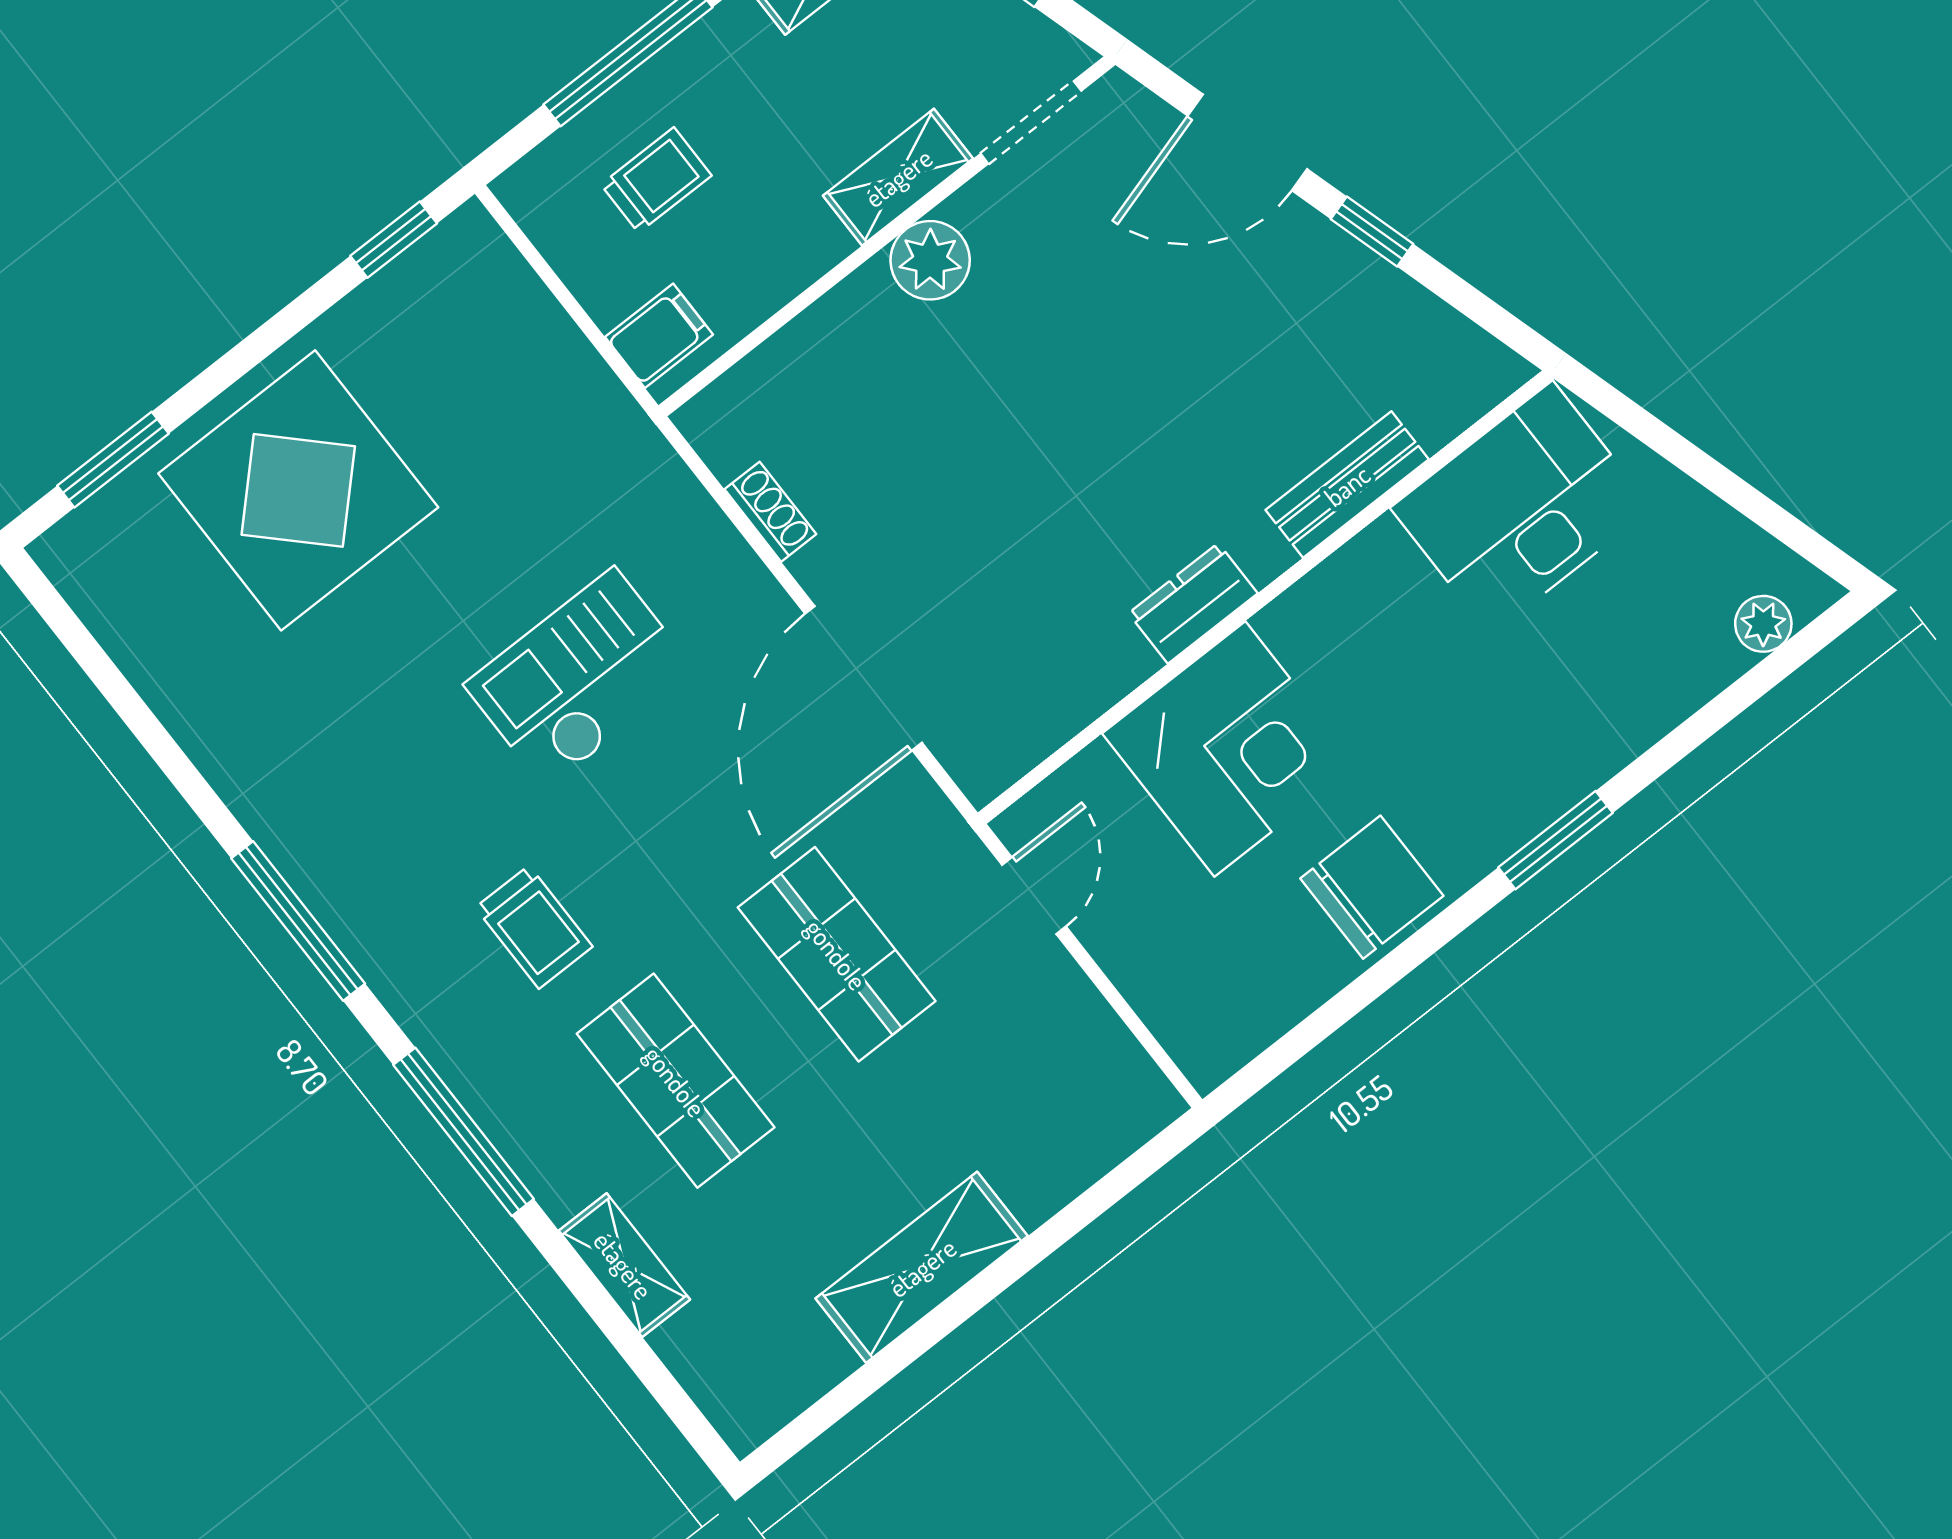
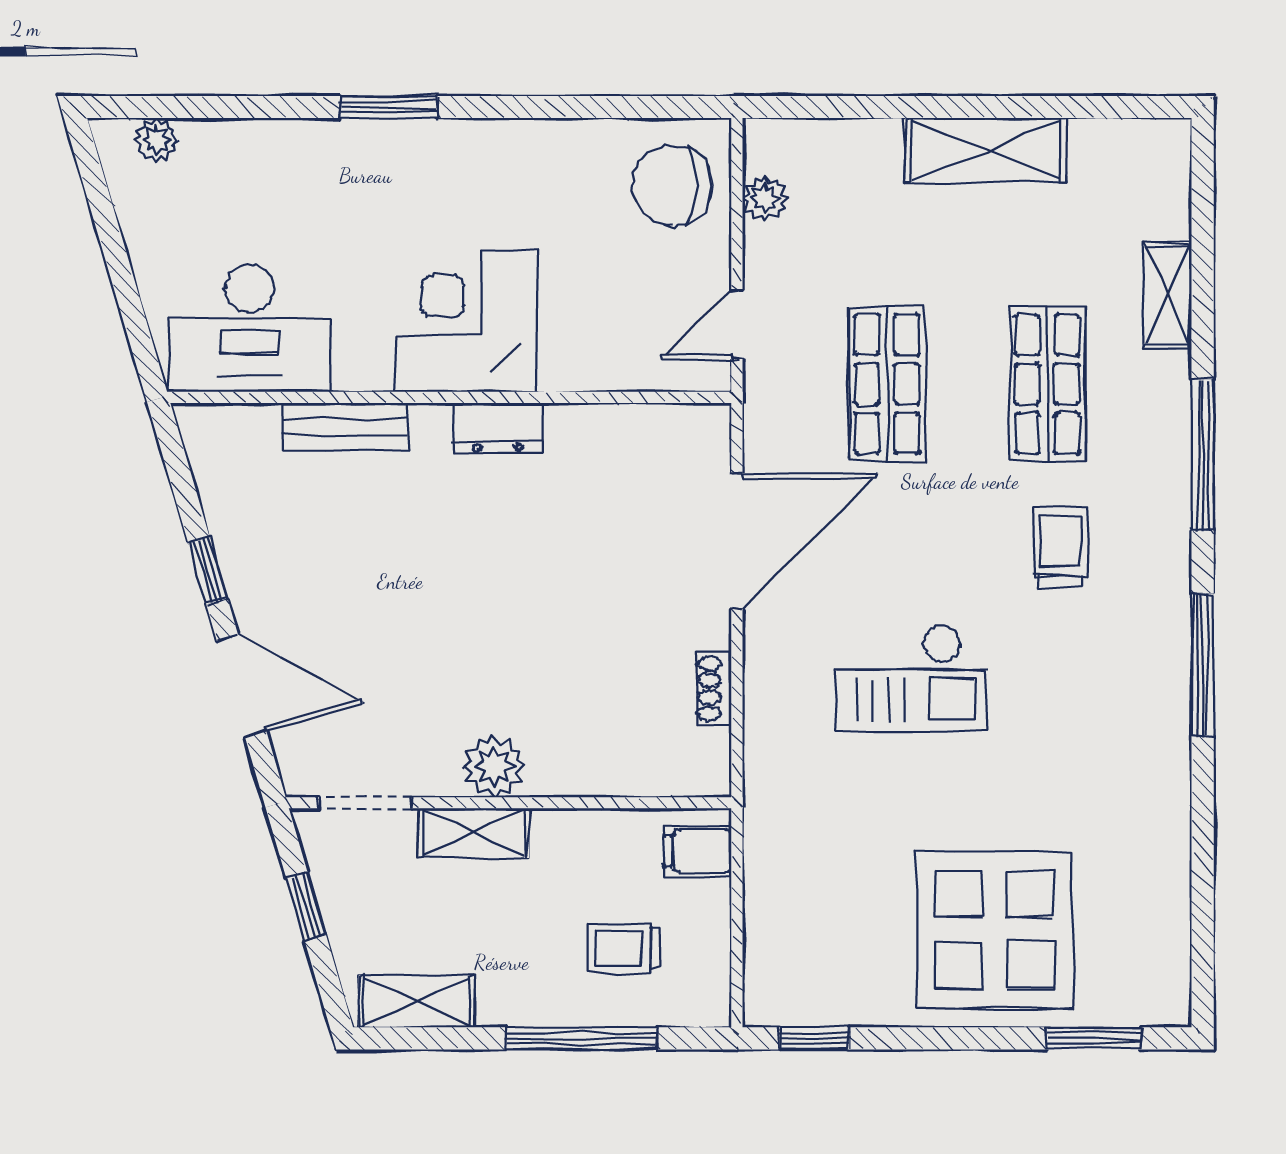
corner desk: (1230, 749) -> (467, 321), moved
chair: (1372, 887) -> (672, 185), moved
plant: (1105, 1044) -> (765, 198), added

